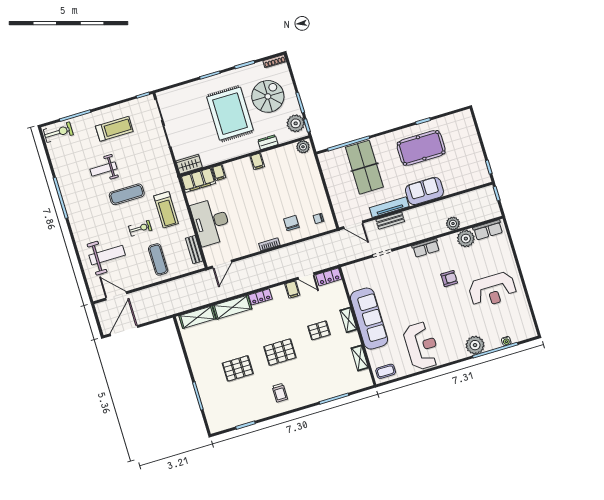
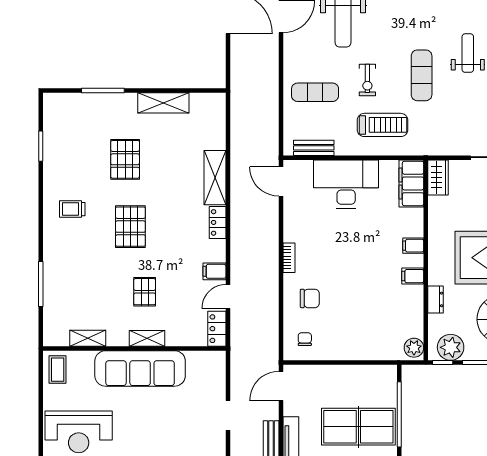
filing cabinet: (219, 173) -> (413, 246), moved
treadmill: (166, 210) -> (383, 125), turned 180
shelving: (197, 317) -> (163, 103), moved, turned 90

